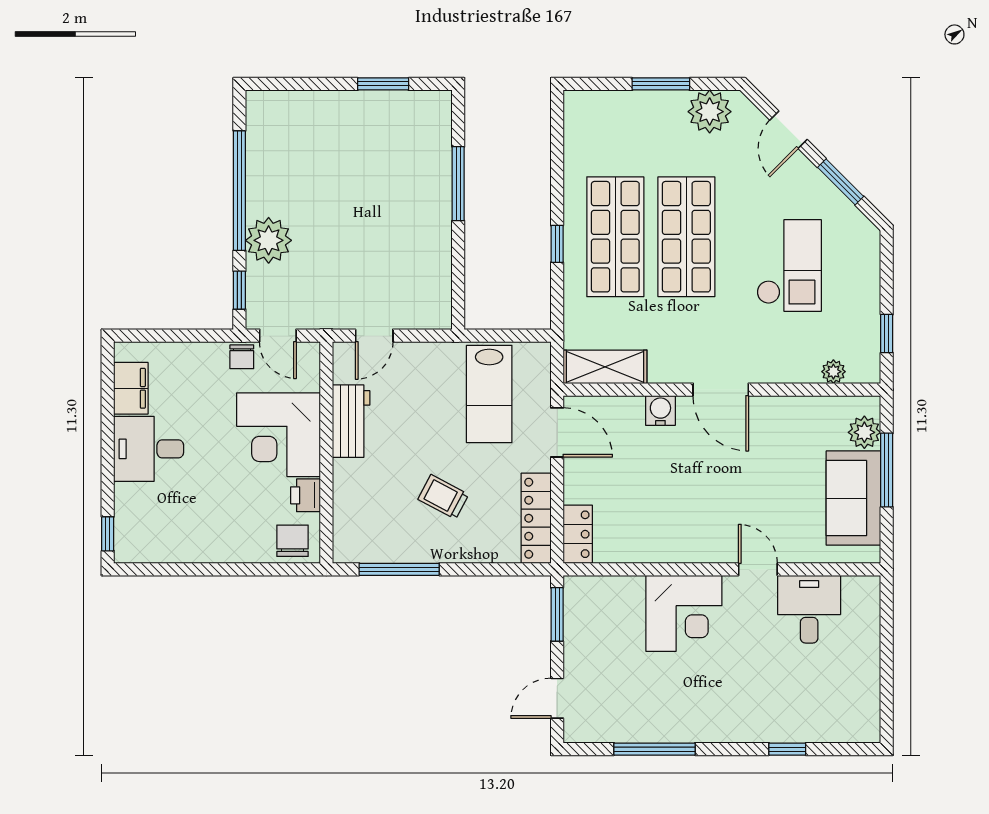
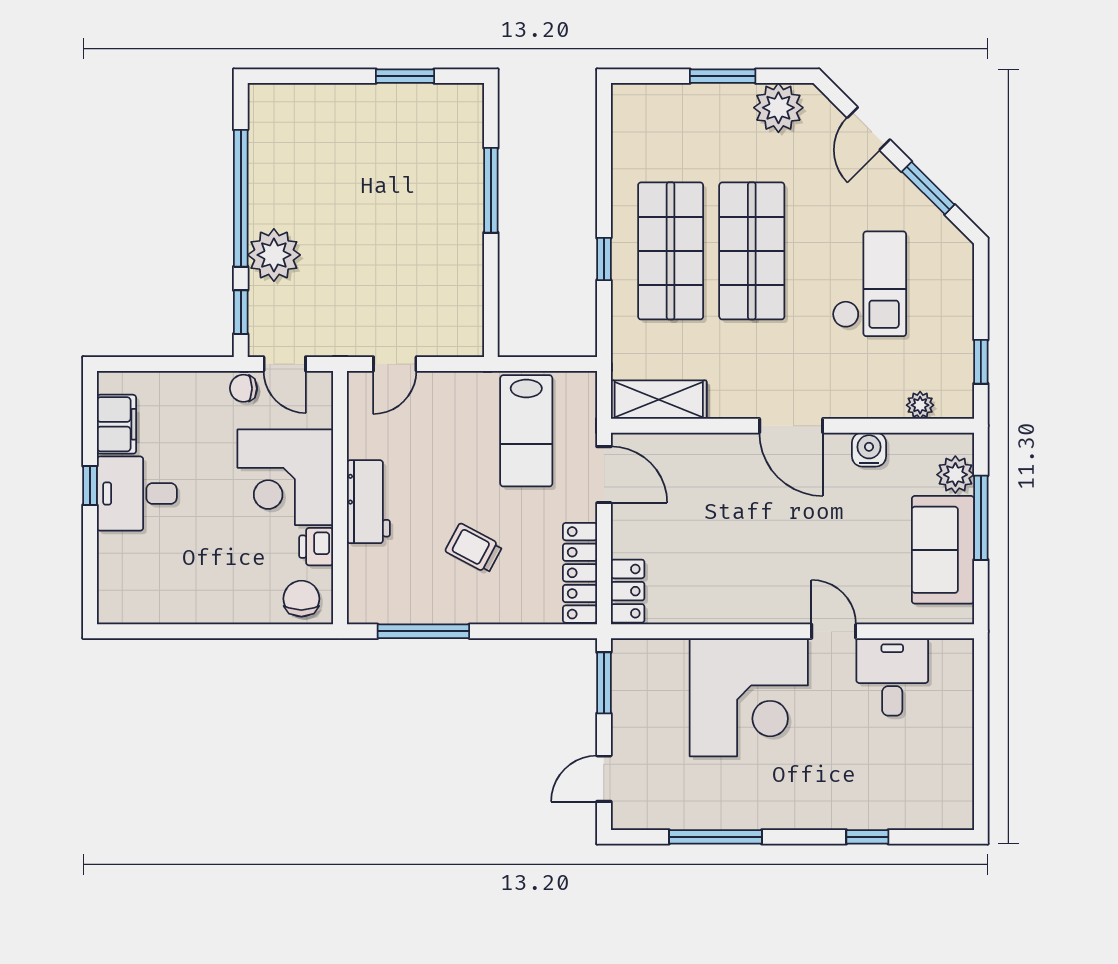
chair: (242, 357) -> (243, 388), turned 90
water cooler: (660, 410) -> (869, 450), moved
workbench: (351, 421) -> (368, 502), moved
window: (108, 534) -> (90, 486), moved
corner desk: (684, 613) -> (749, 697), width x1.36, depth x1.36

